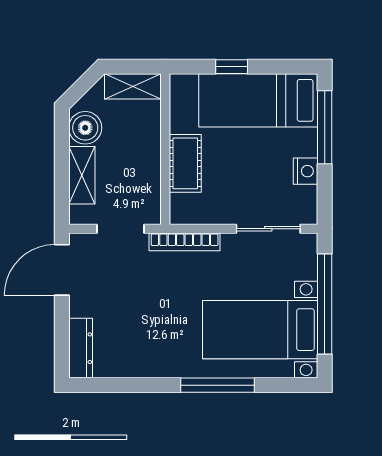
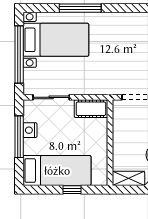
window: (325, 127) -> (19, 137), moved
cot: (185, 163) -> (91, 109), moved, turned 90
bookcase: (185, 242) -> (99, 90), removed

